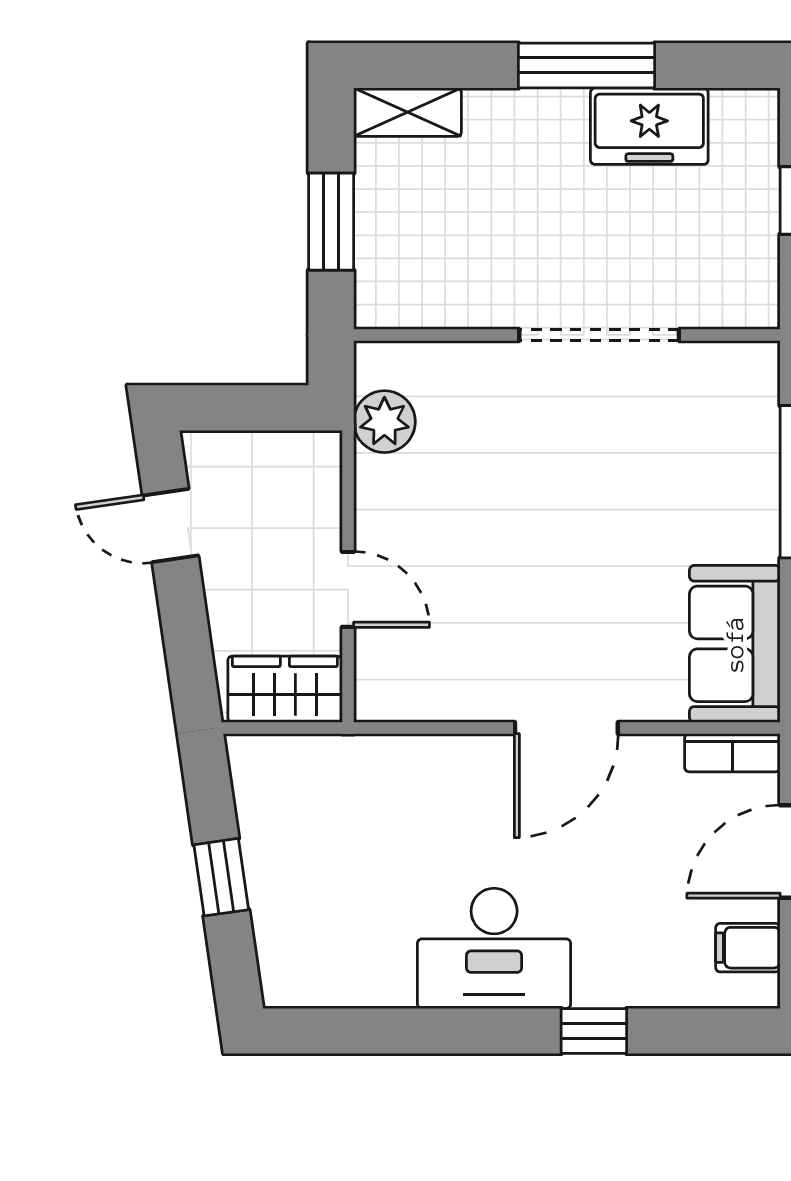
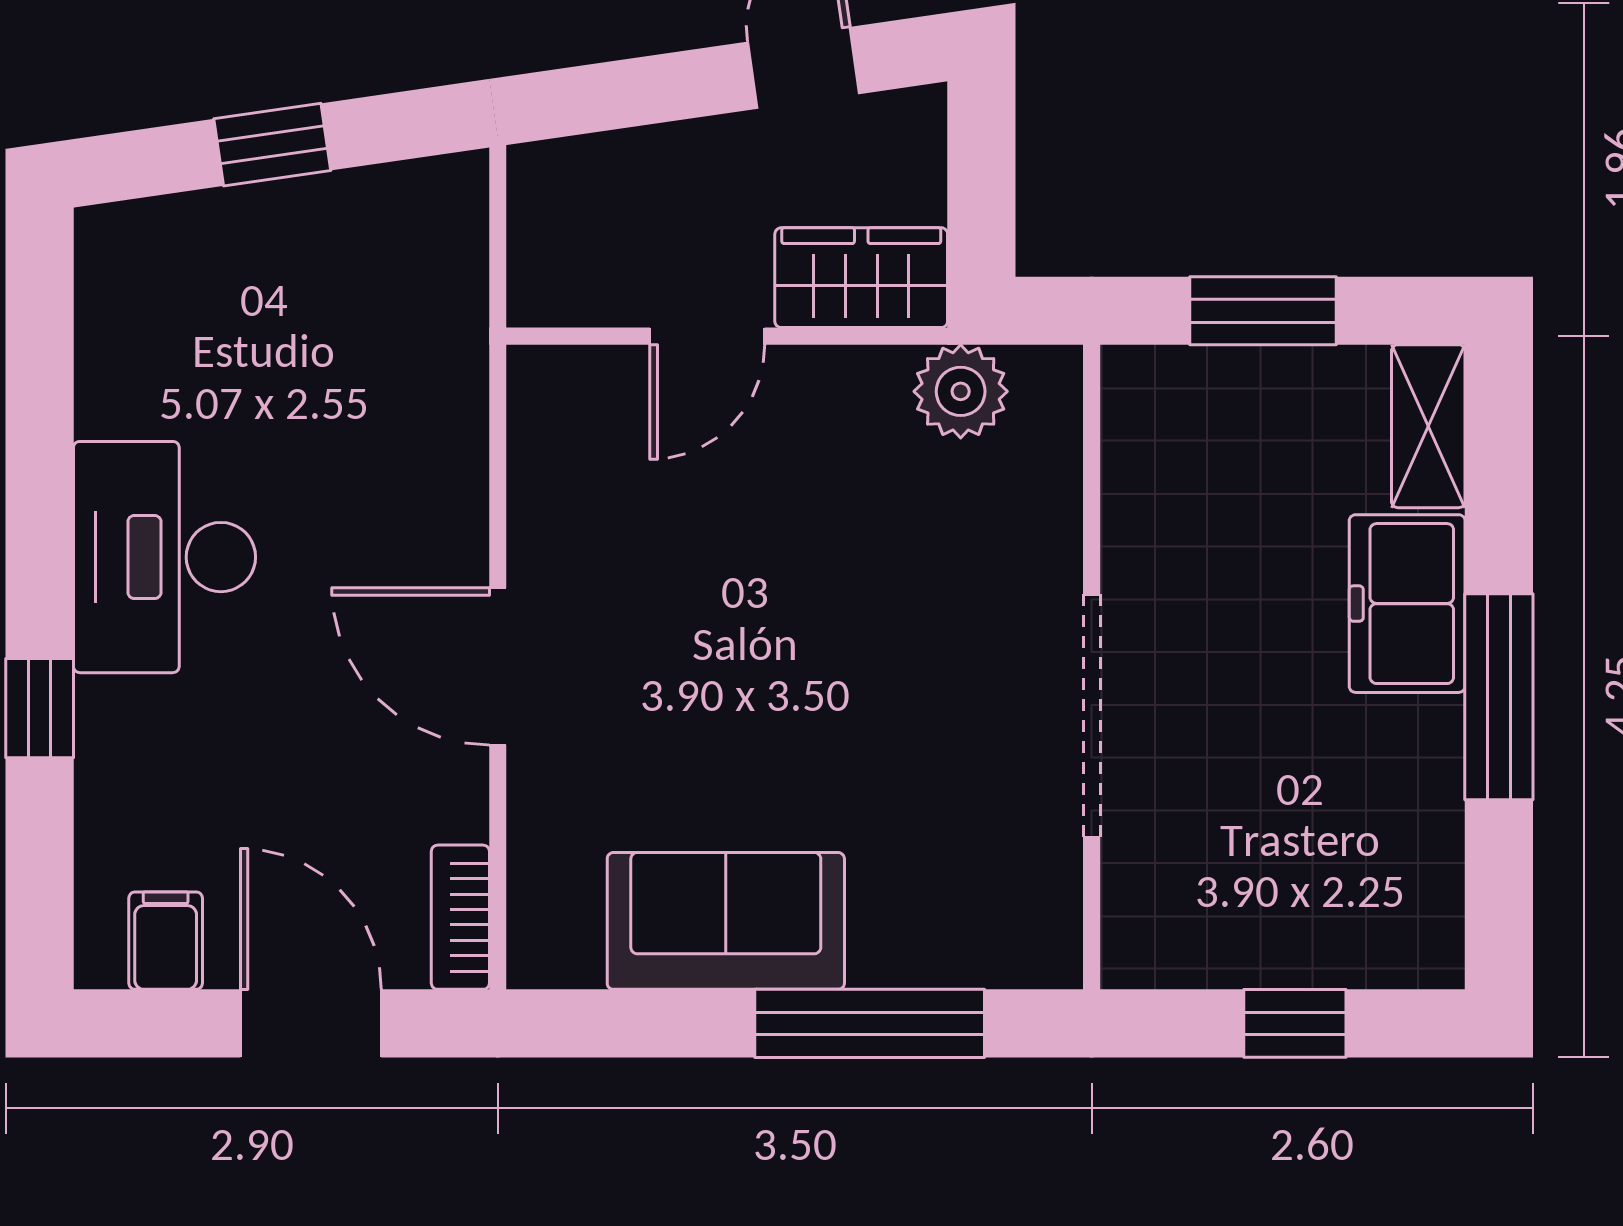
freezer: (649, 126) -> (1407, 604), moved
sofa: (735, 644) -> (726, 921), moved
wardrobe: (285, 689) -> (861, 278), moved, turned -90

